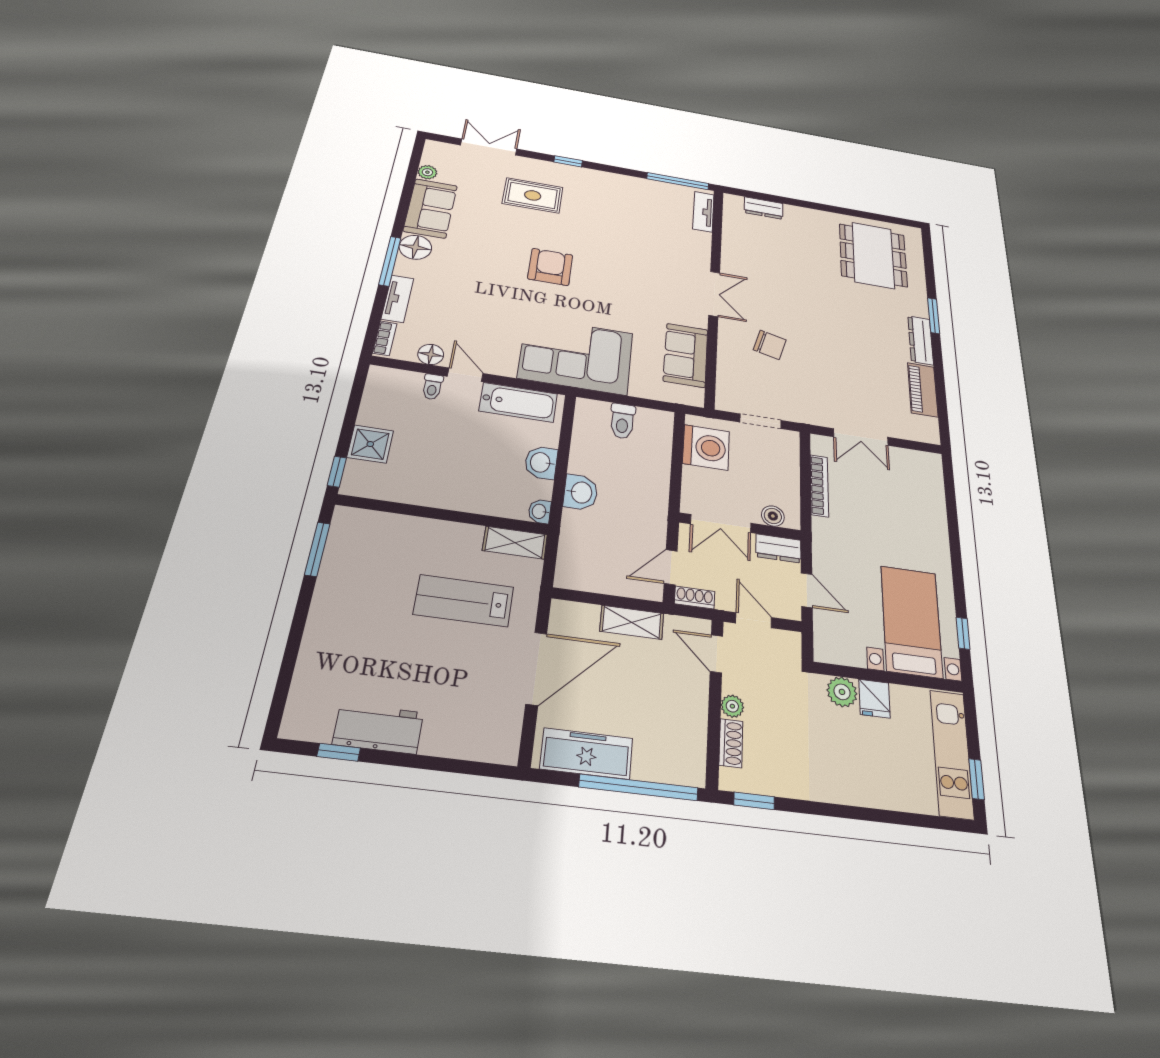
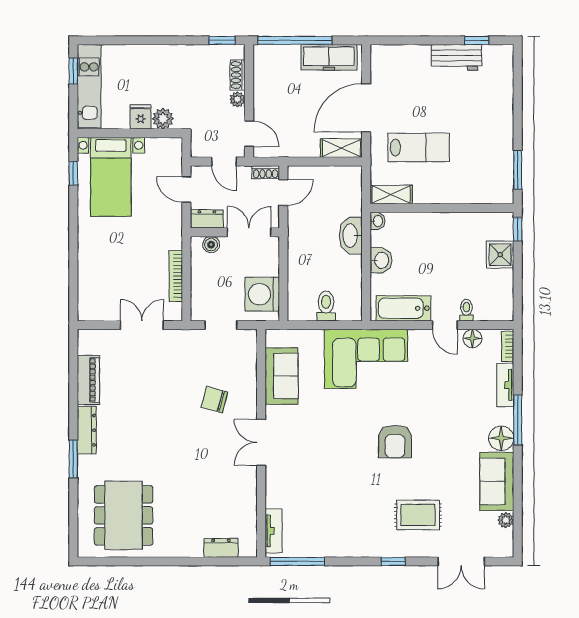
washbasin: (581, 492) -> (351, 236), width x1.38
shelving: (632, 622) -> (341, 148), moved

